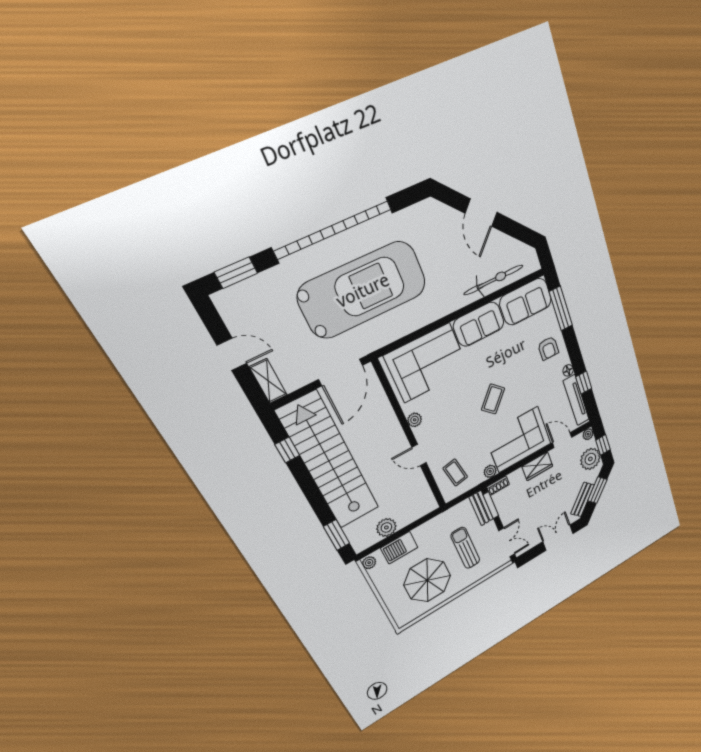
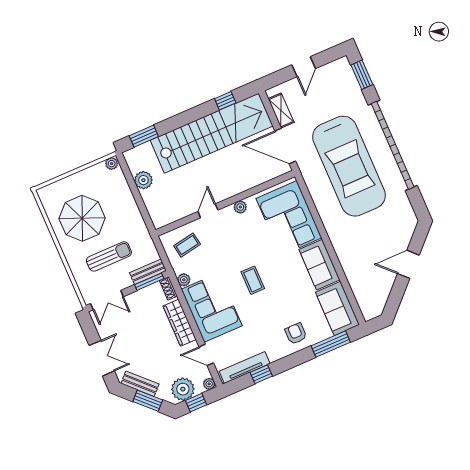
bicycle: (494, 280) -> (356, 277), removed
armchair: (548, 348) -> (296, 334), turned 90
floor lamp: (568, 370) -> (274, 356), removed
shelving: (268, 381) -> (281, 110), moved, turned 90
coffee table: (493, 399) -> (253, 280), turned 47
door: (562, 440) -> (206, 355), swing flipped
wardrobe: (537, 466) -> (180, 323), width x1.50
barbecue: (399, 548) -> (121, 192), removed

